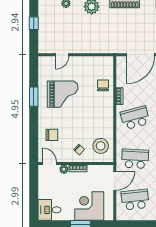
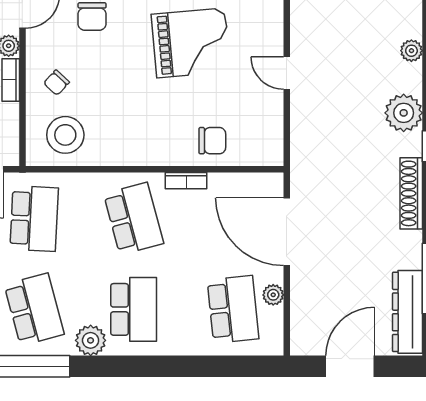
door: (62, 55) -> (287, 73), moved
grand piano: (63, 94) -> (191, 43), turned -95

